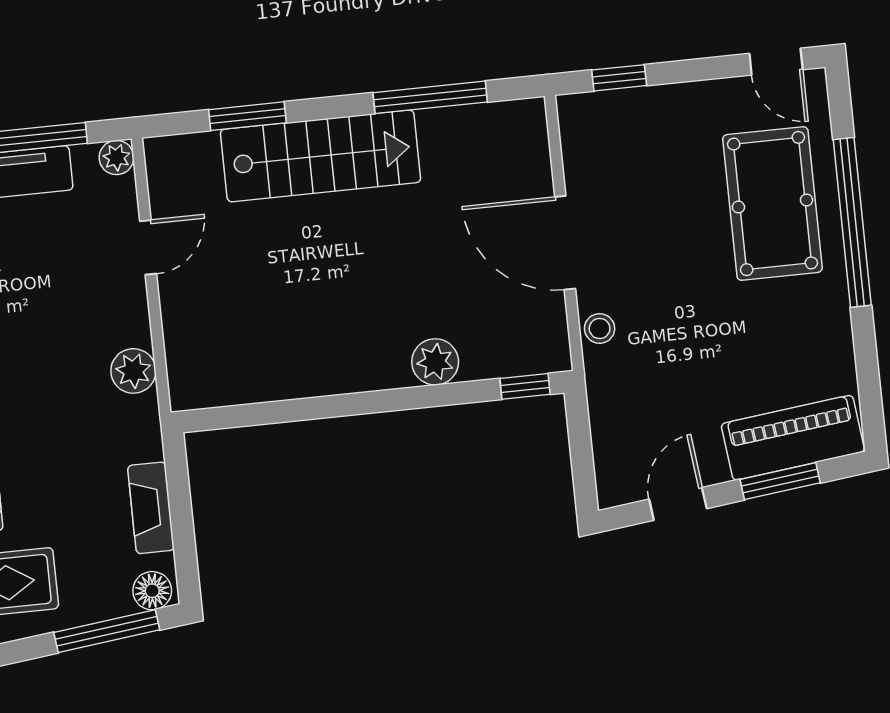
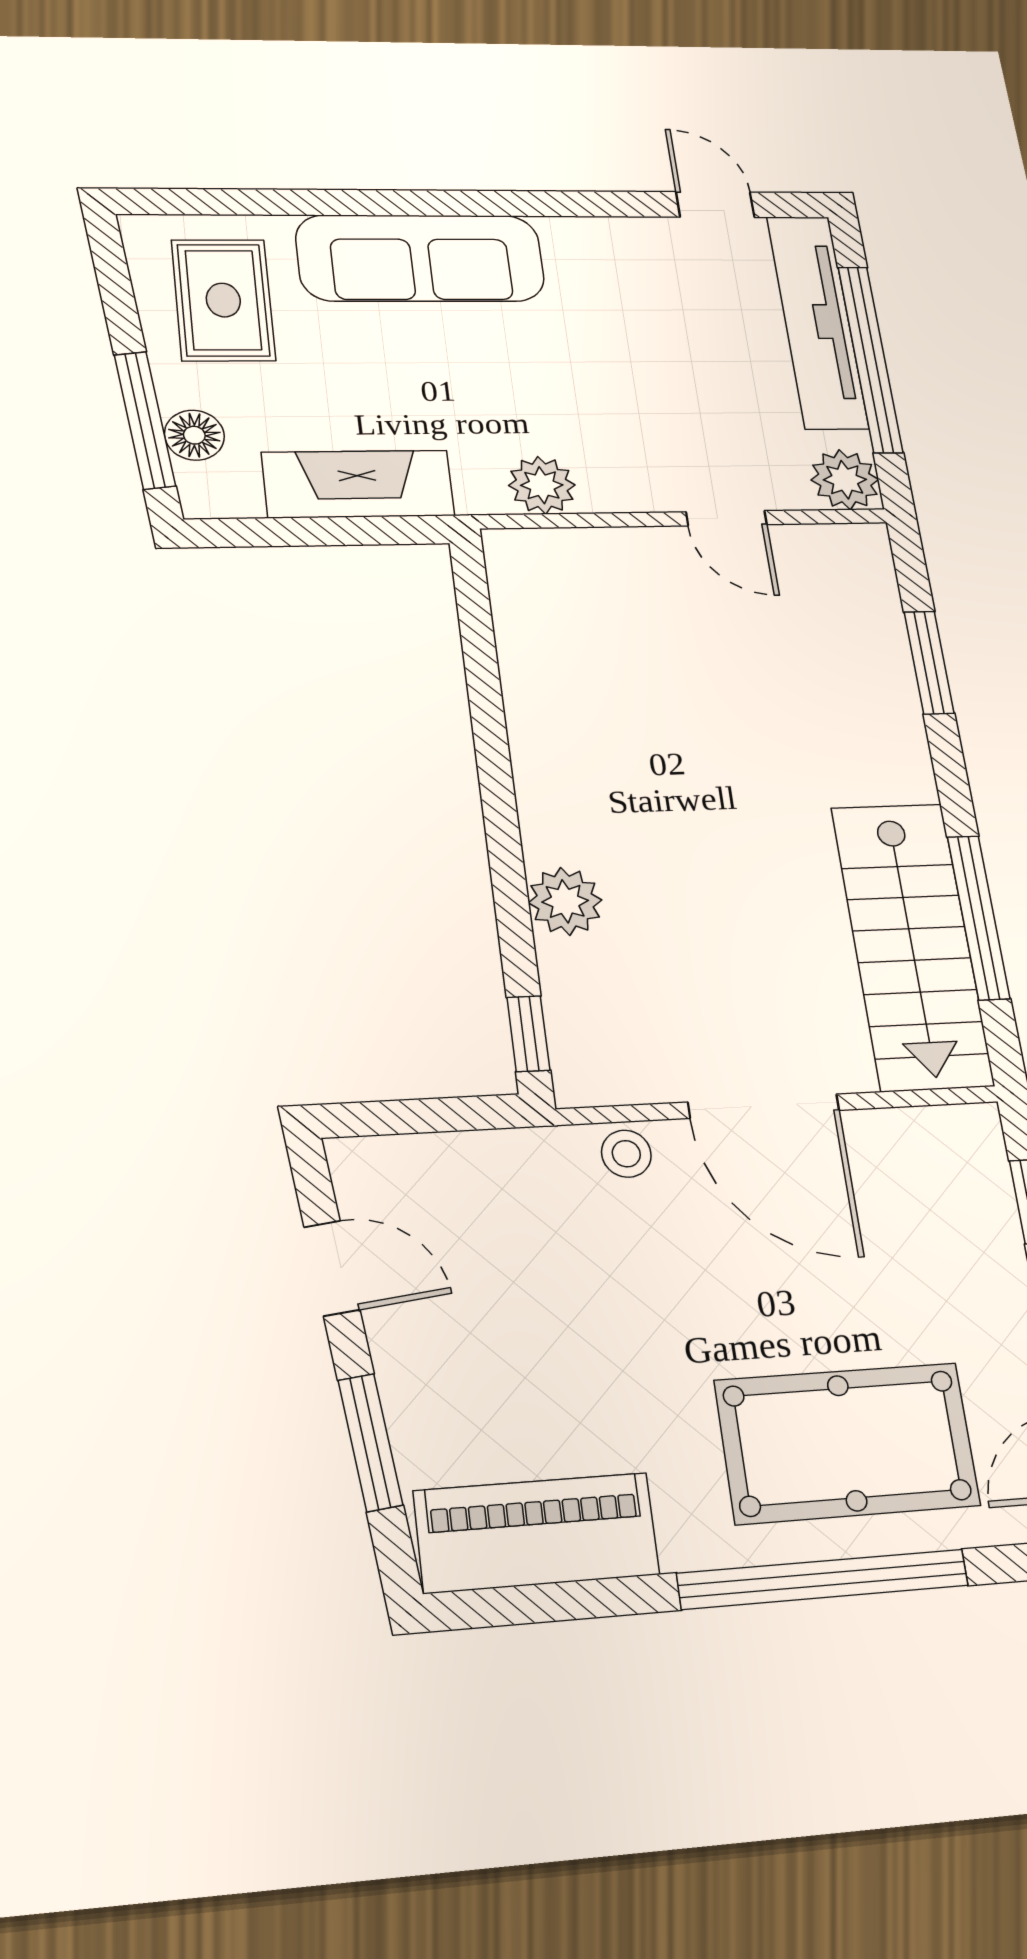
stairs: (321, 156) -> (912, 945), moved
plant: (117, 158) -> (845, 480), width x1.38, depth x1.38
door: (565, 243) -> (764, 1106), swing flipped
piano: (793, 438) -> (536, 1533), moved, turned -83
fireplace: (151, 508) -> (358, 484), width x1.37, depth x1.32
floor lamp: (152, 591) -> (194, 435), moved

